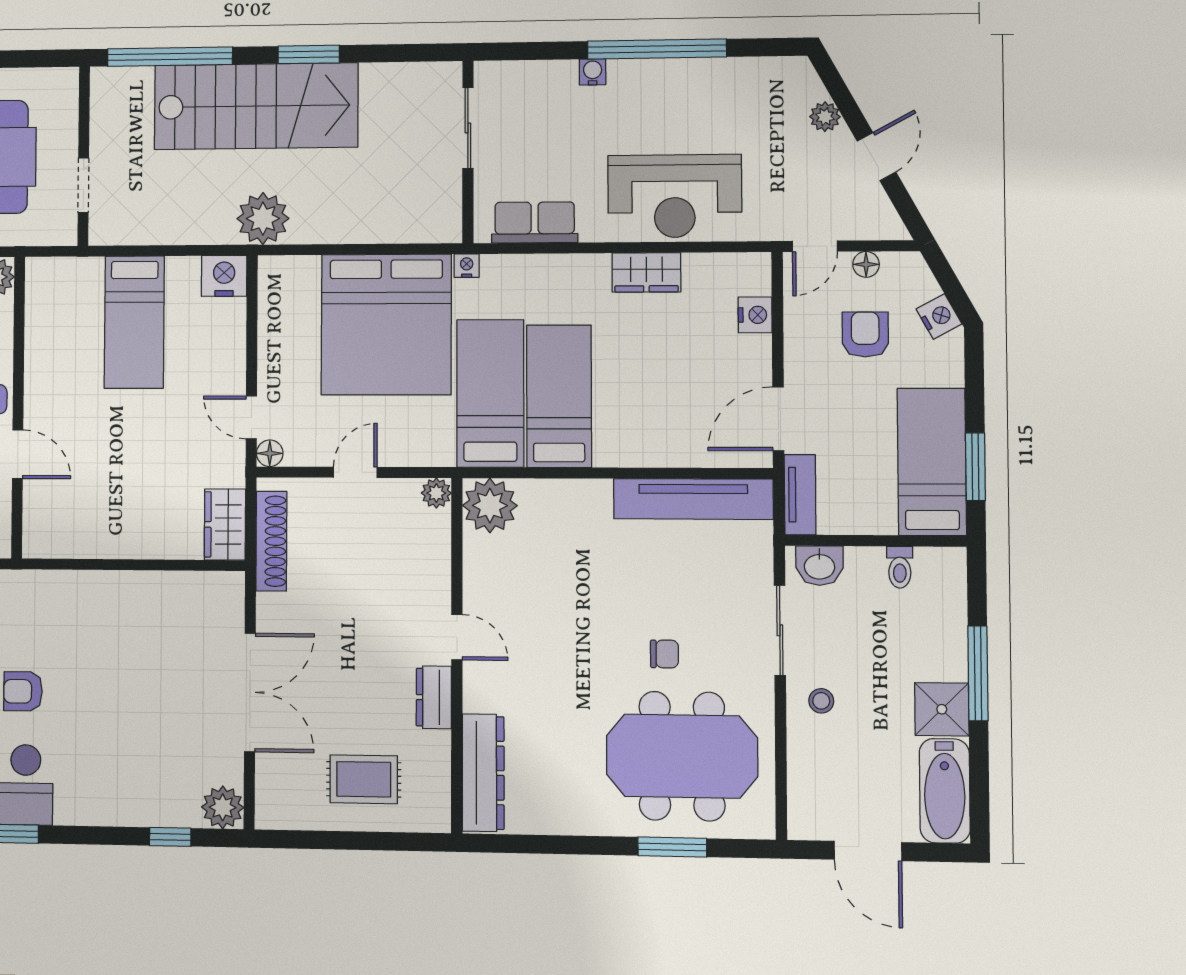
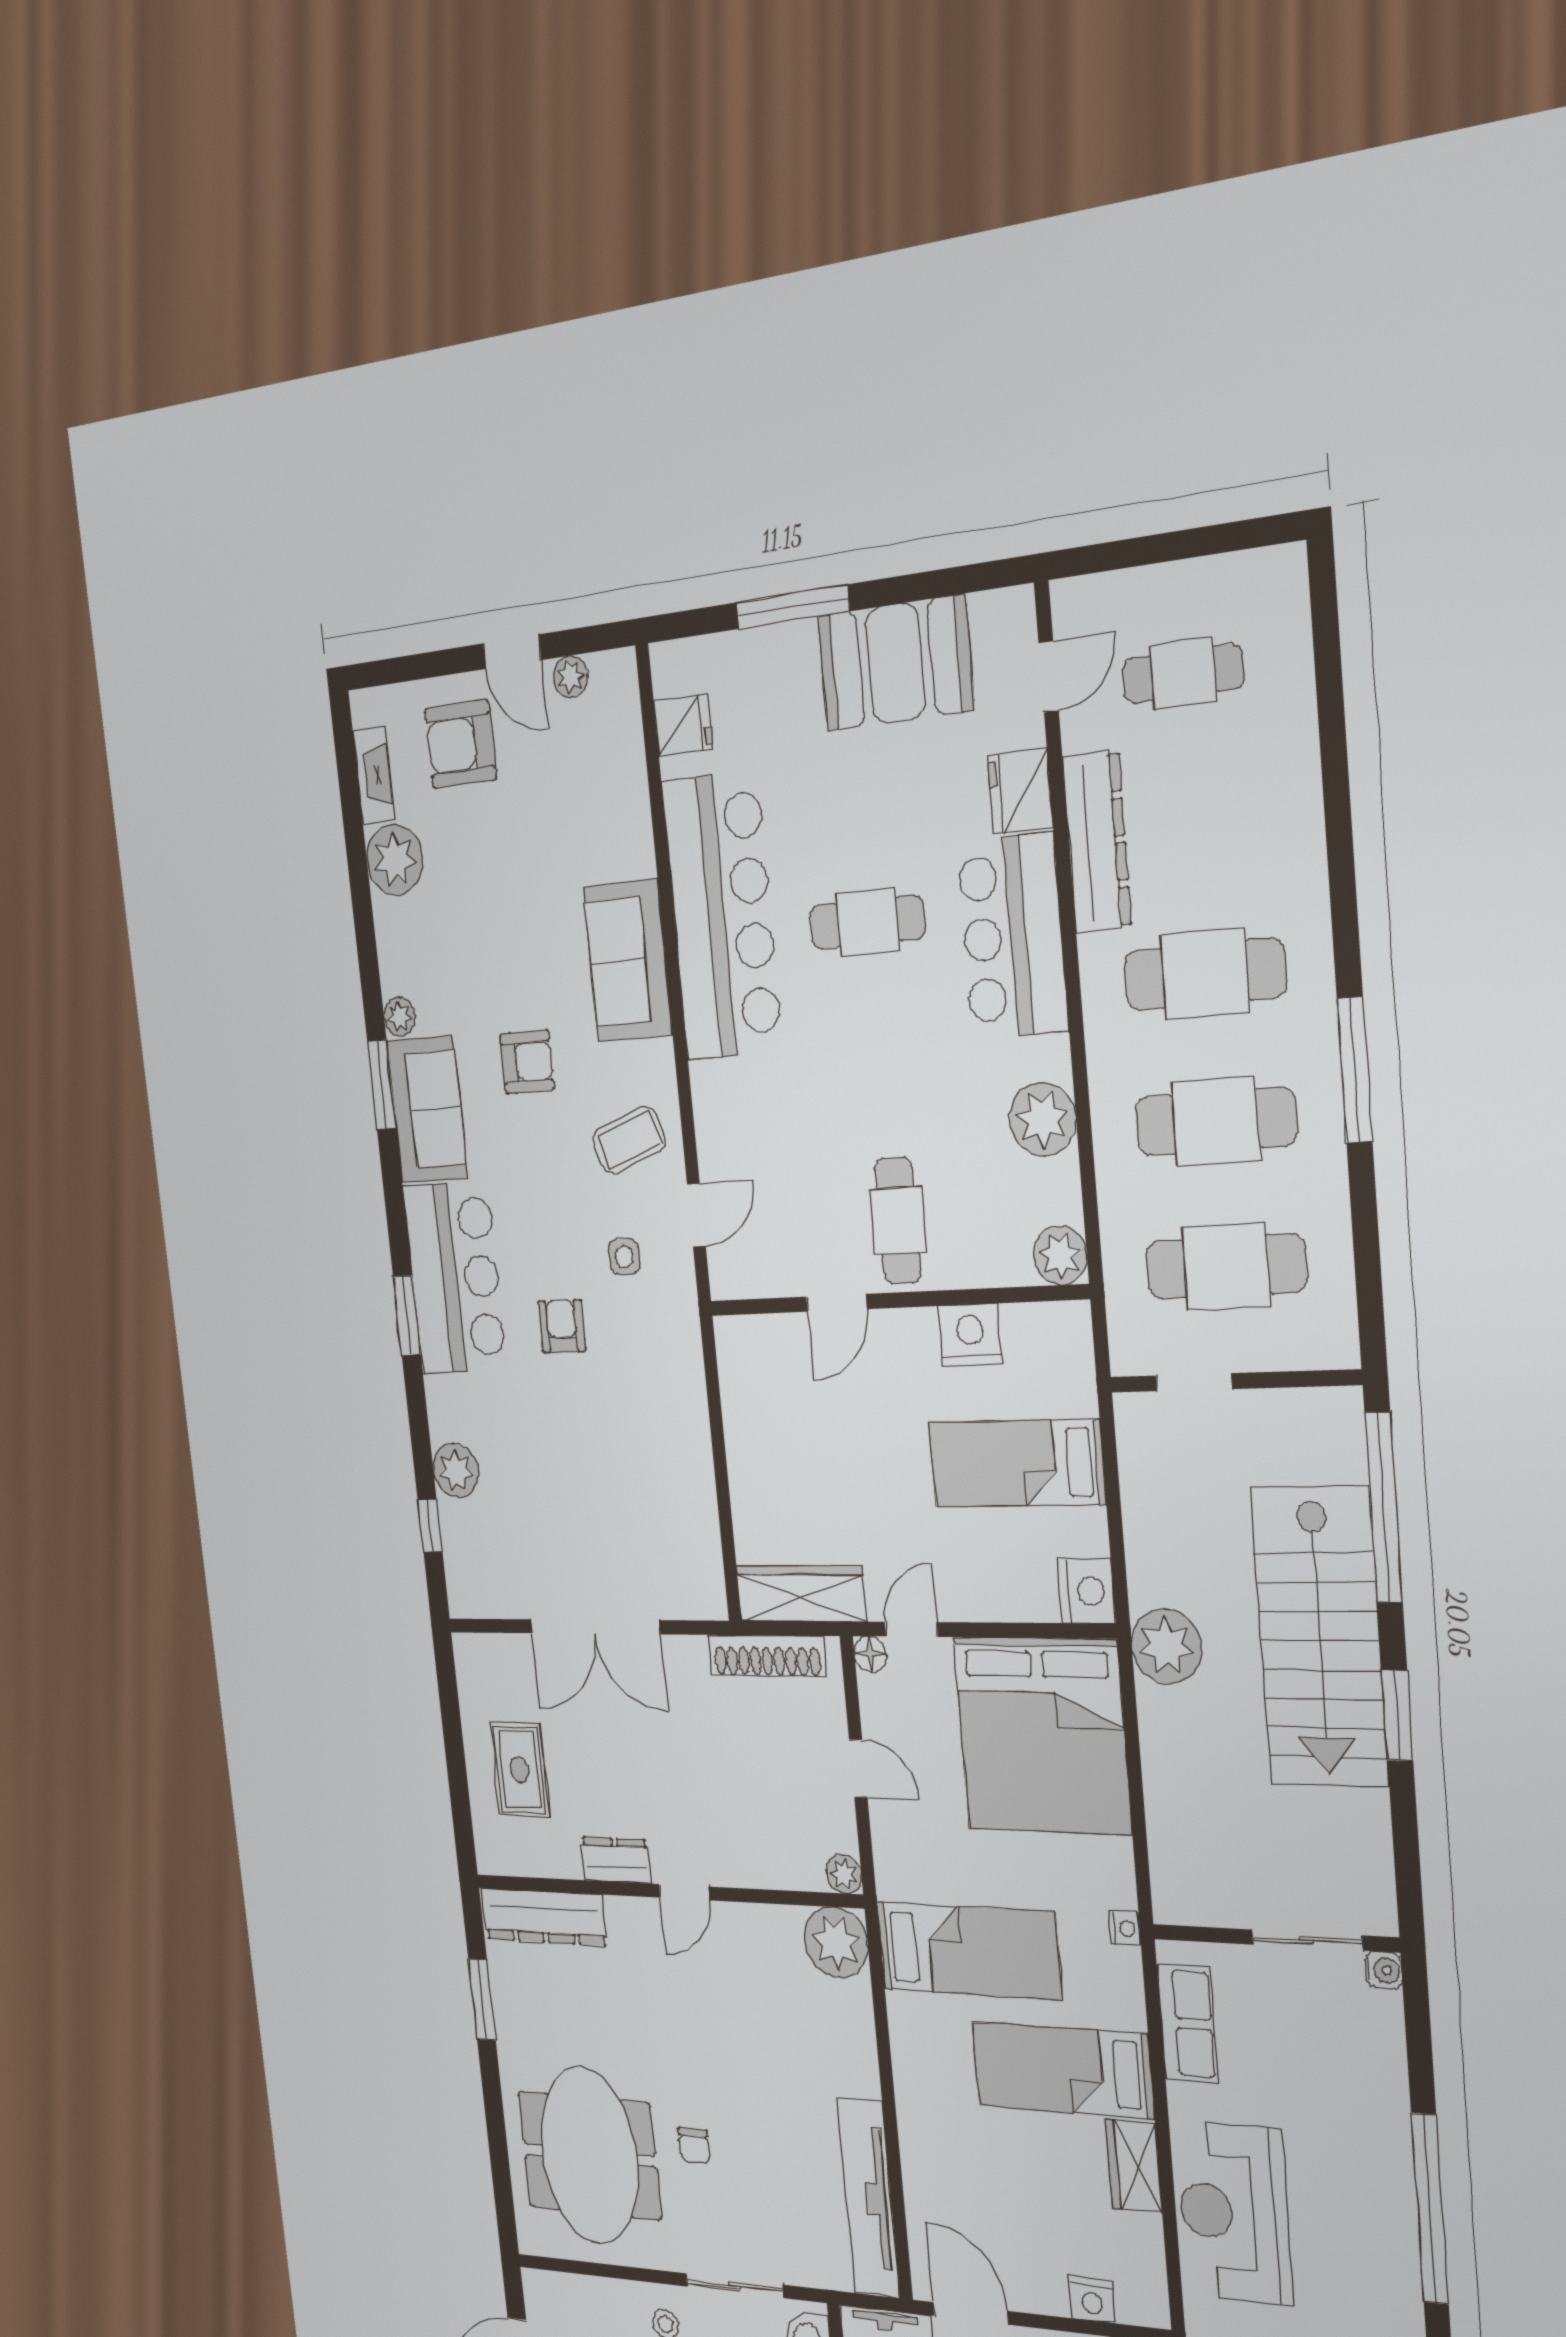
water cooler: (593, 72) -> (1384, 1970), moved
bed: (386, 325) -> (1042, 1735), moved, turned -90
nightstand: (45, 350) -> (970, 1335), added
bed: (559, 396) -> (1063, 2070), moved, turned 180
wardrobe: (225, 524) -> (801, 1594), width x1.50
plant: (223, 807) -> (456, 1471), moved
window: (672, 847) -> (482, 1999), moved

